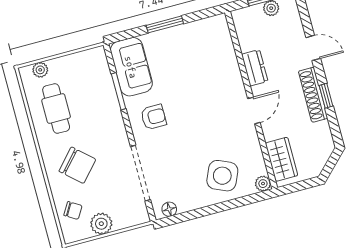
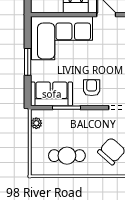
corner sofa: (208, 61) -> (62, 38), added
plant: (40, 70) -> (36, 123), moved

